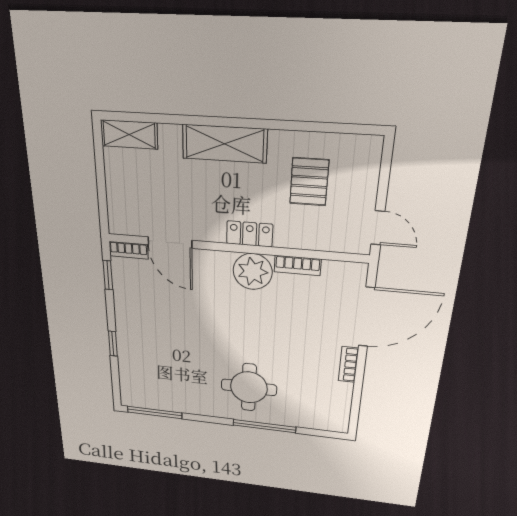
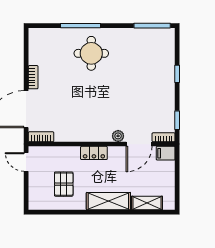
shelving: (129, 134) -> (147, 203), moved
filing cabinet: (124, 223) -> (166, 153), added
door: (170, 243) -> (139, 144), swing flipped
bookcase: (298, 266) -> (41, 137), moved
plant: (253, 272) -> (118, 136), moved, width x0.53, depth x0.53

